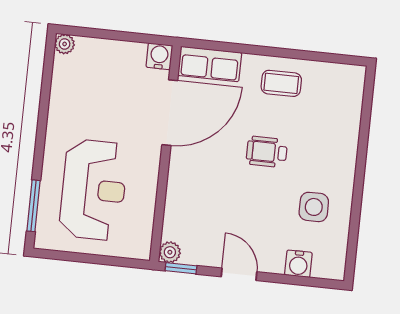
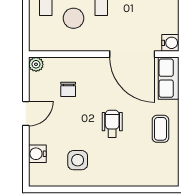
chair: (211, 210) -> (68, 89), added
window: (181, 268) -> (26, 73), removed

